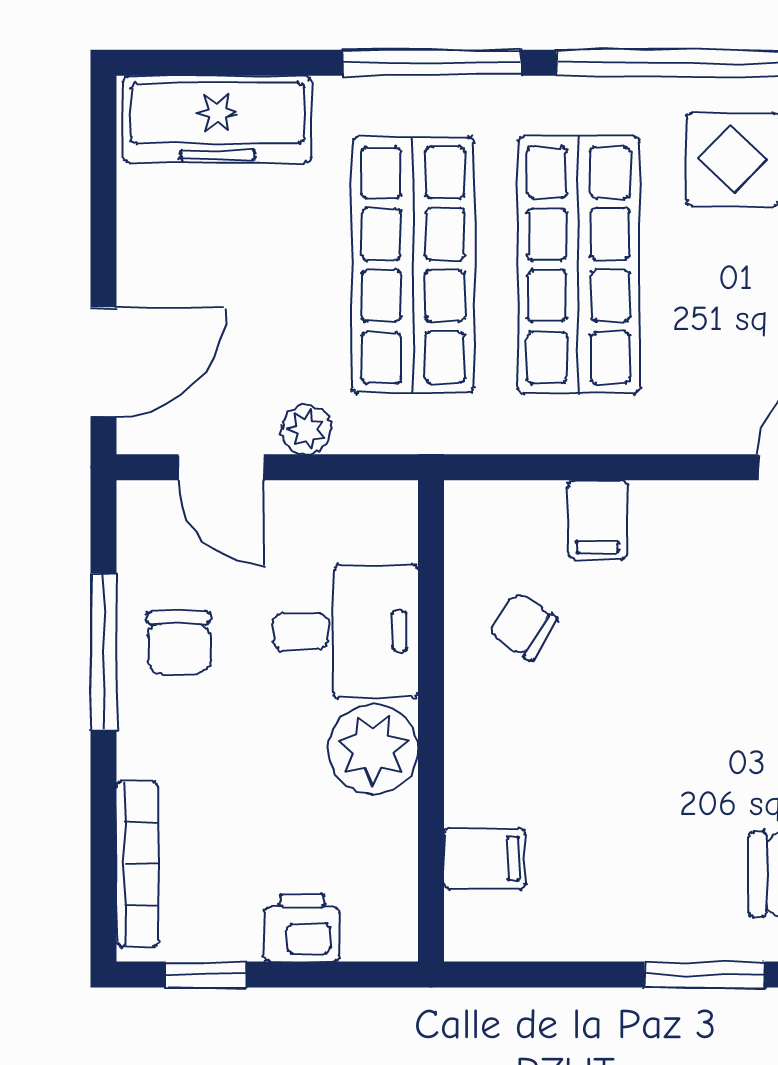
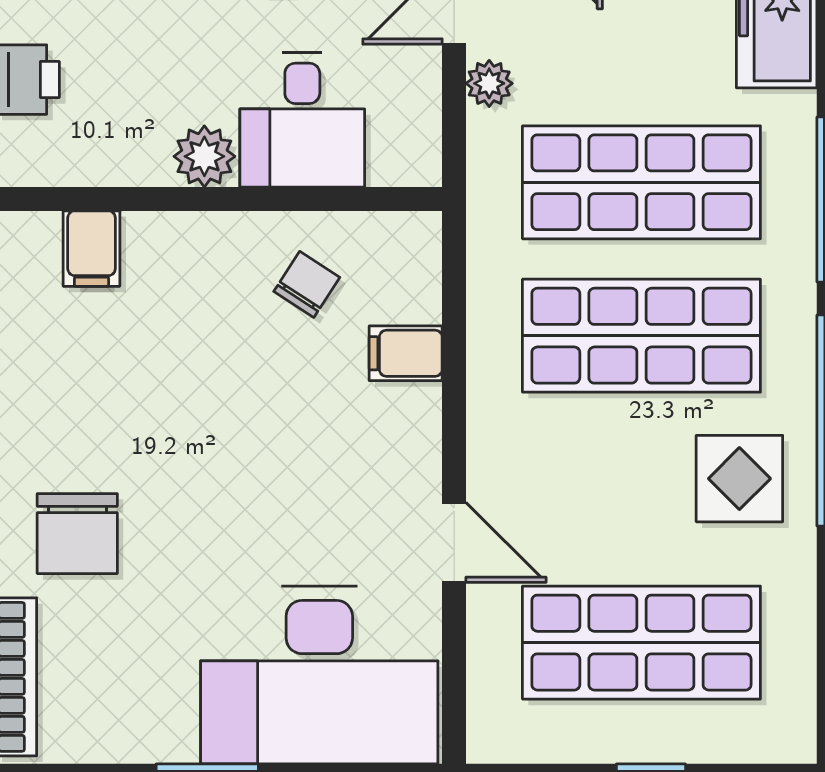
plant: (373, 749) -> (204, 156), width x0.73, depth x0.73

